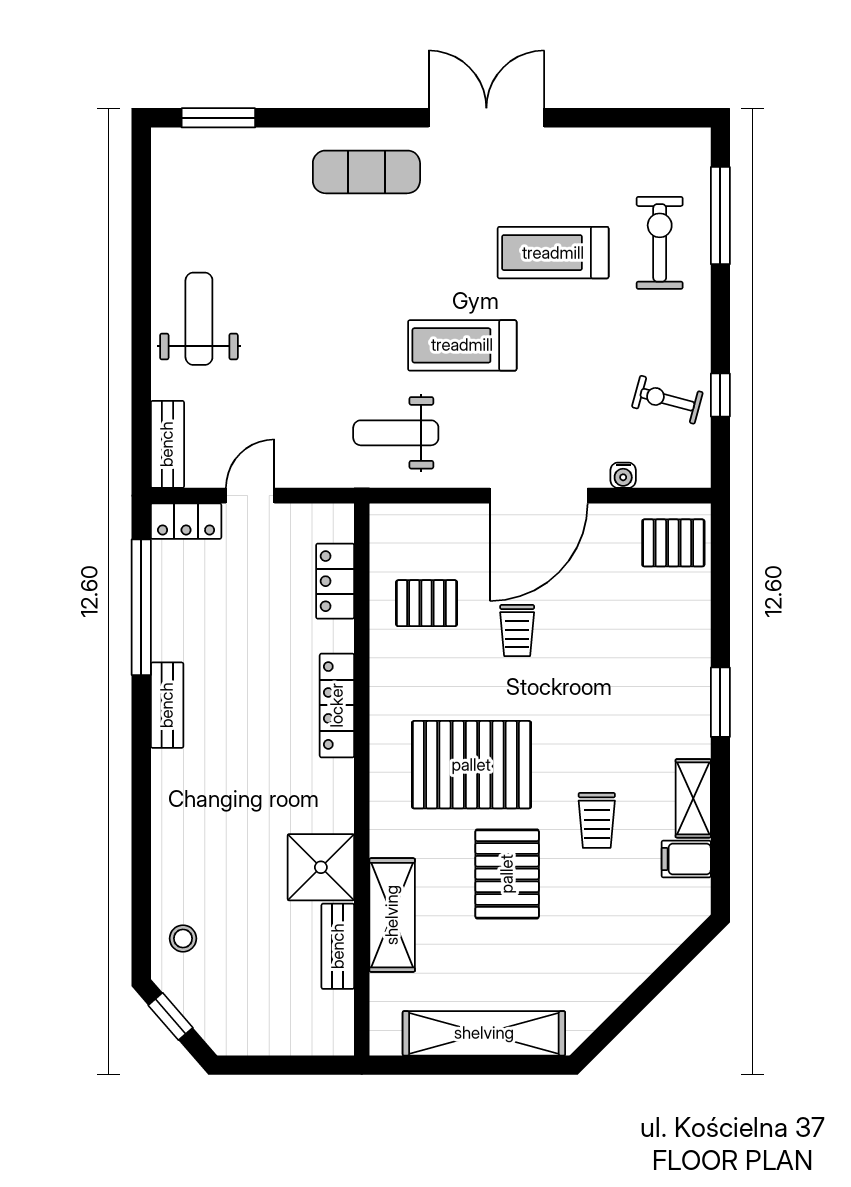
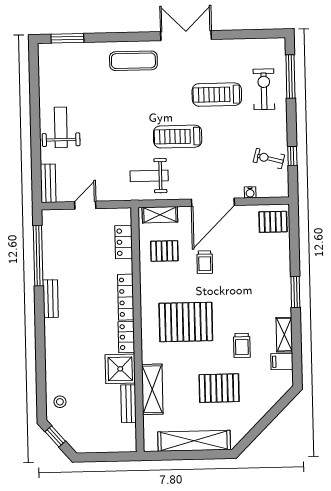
locker: (186, 521) -> (126, 337), moved, turned 90
shelving: (418, 521) -> (160, 215), added
pallet: (507, 874) -> (219, 388), moved, turned 90

